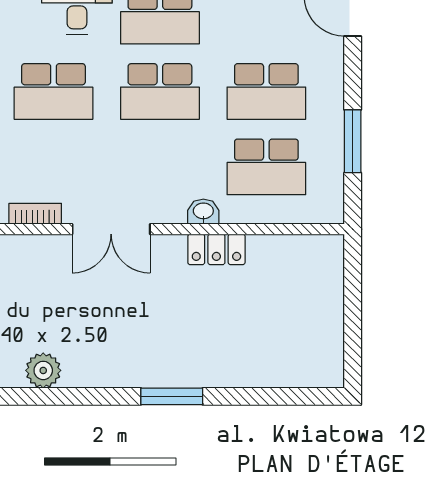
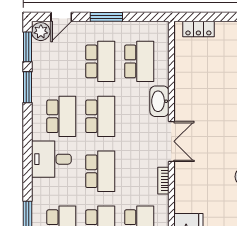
window: (353, 141) -> (106, 17), moved
washbasin: (203, 212) -> (159, 101), width x1.91, depth x1.45
locker: (216, 249) -> (198, 29), moved, turned 90

